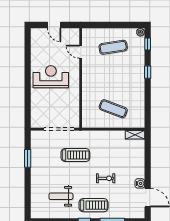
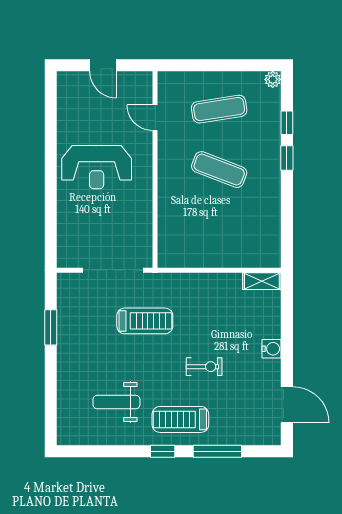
window: (148, 44) -> (287, 123), moved
reception desk: (51, 77) -> (97, 167), turned 180
exercise mat: (113, 109) -> (219, 170), moved
water cooler: (140, 183) -> (272, 349), moved
treadmill: (93, 205) -> (180, 419), turned 180

